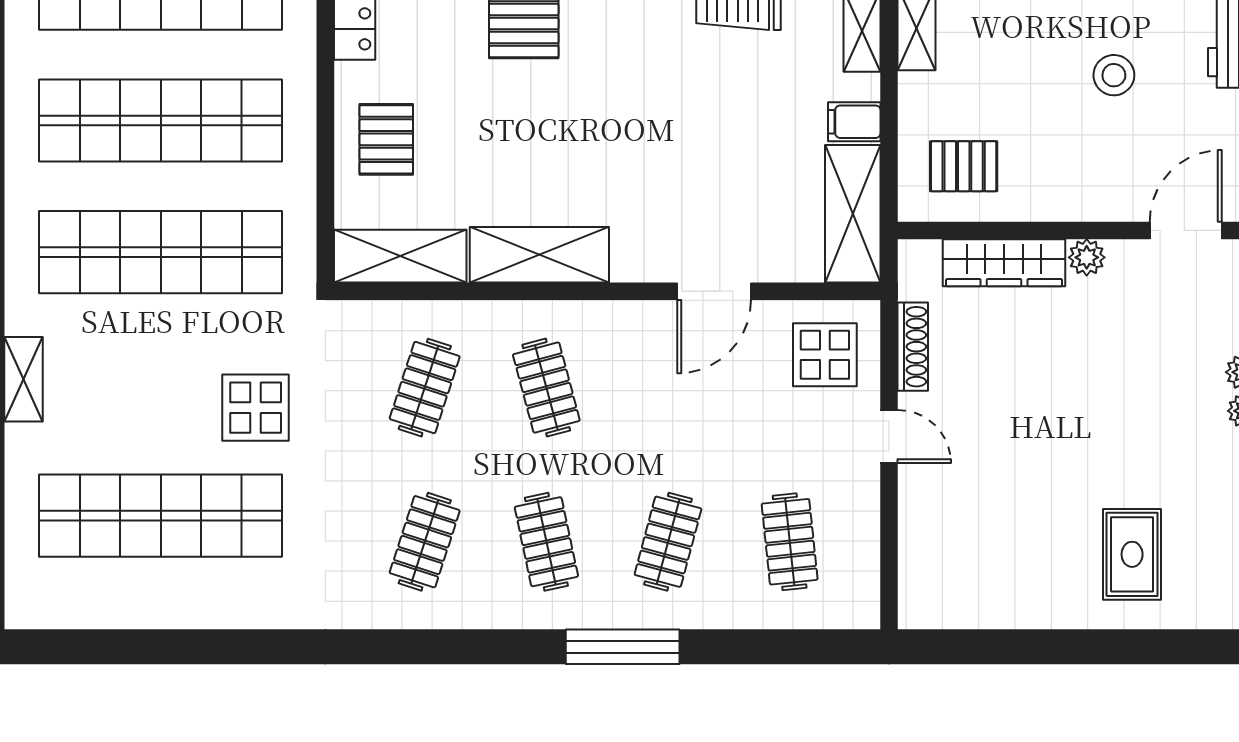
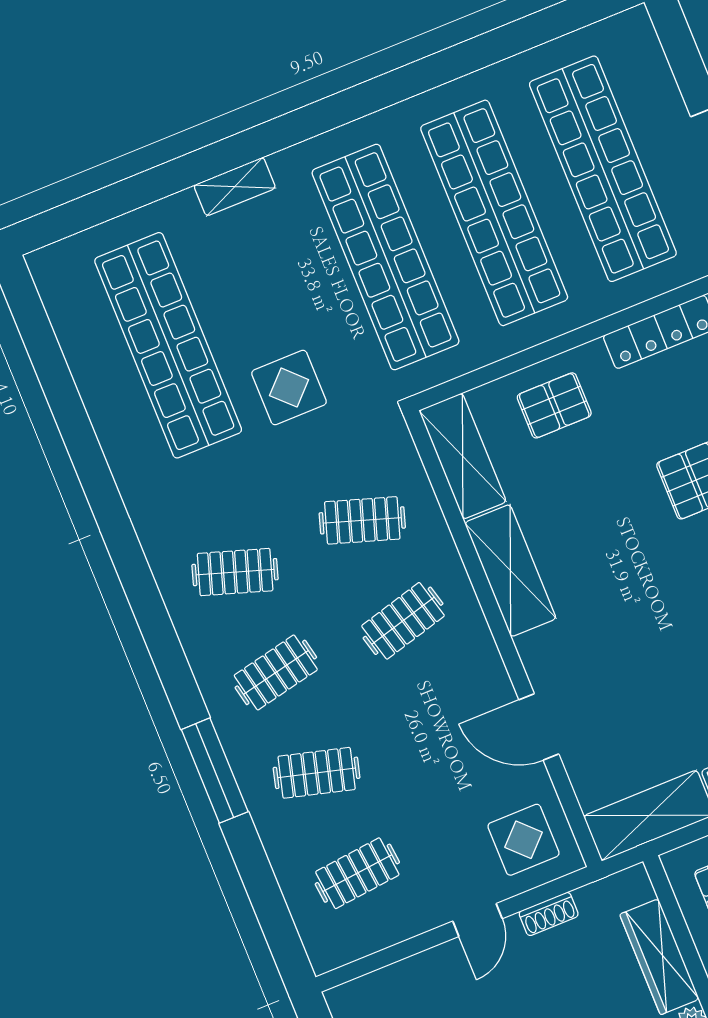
shoe rack: (913, 347) -> (549, 914), width x0.70

